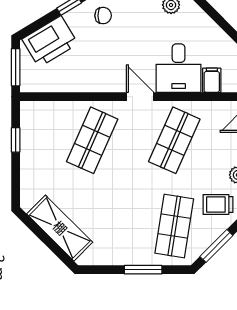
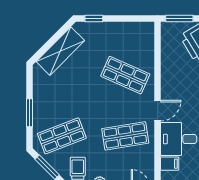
window: (16, 140) -> (94, 19), moved
shop shelf: (174, 140) -> (125, 136), turned -33
shop shelf: (174, 226) -> (62, 136), turned -30

